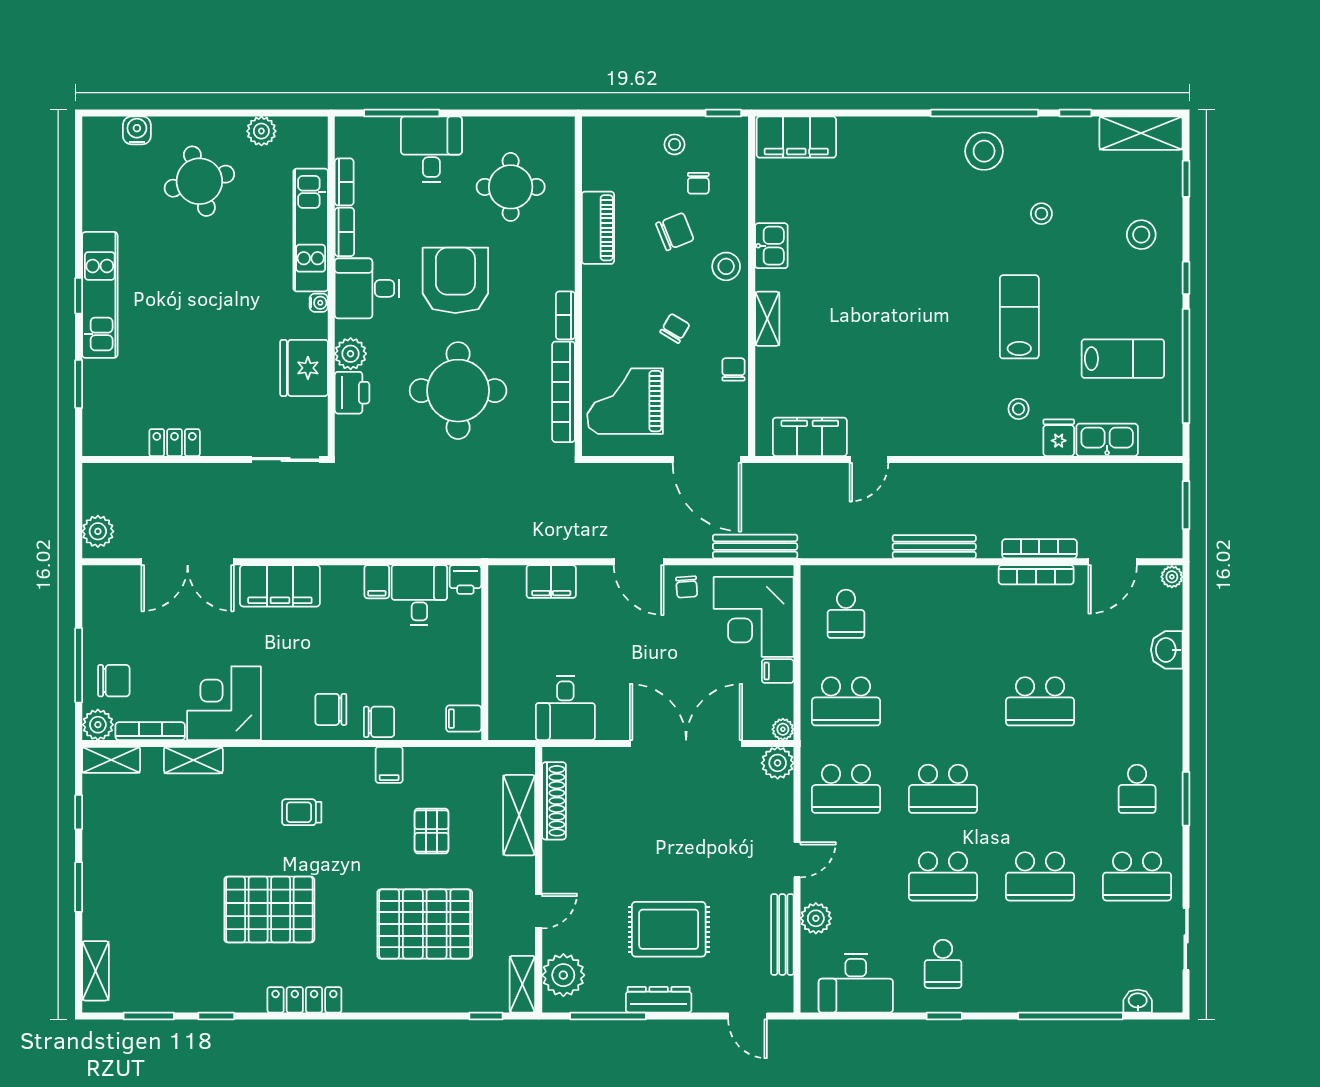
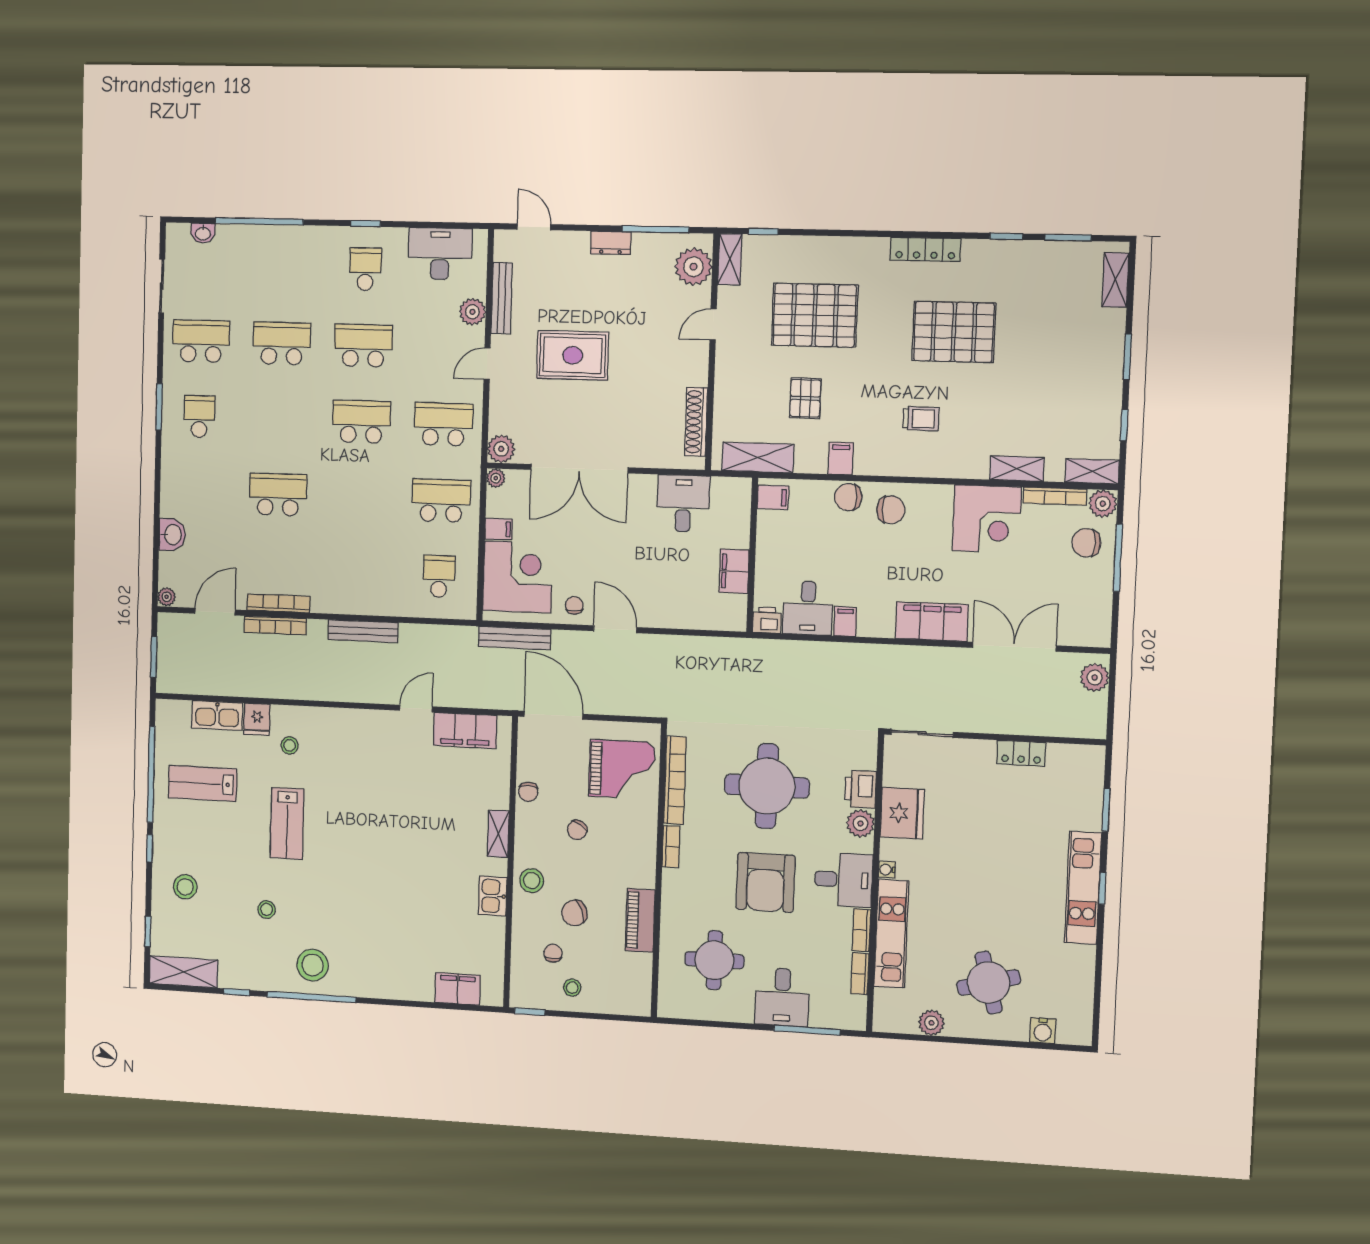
filing cabinet: (796, 137) -> (458, 989), width x0.67, depth x0.86
filing cabinet: (551, 582) -> (734, 571), moved, turned -90
shelving: (519, 815) -> (758, 457), moved, turned 90
rug: (669, 929) -> (573, 355), moved
dresser: (659, 1000) -> (611, 243), width x0.70

